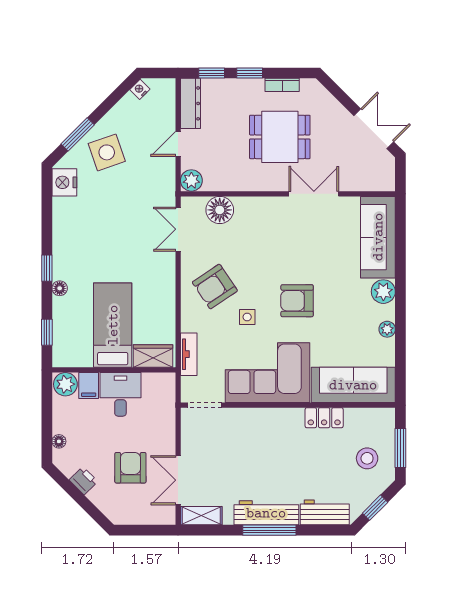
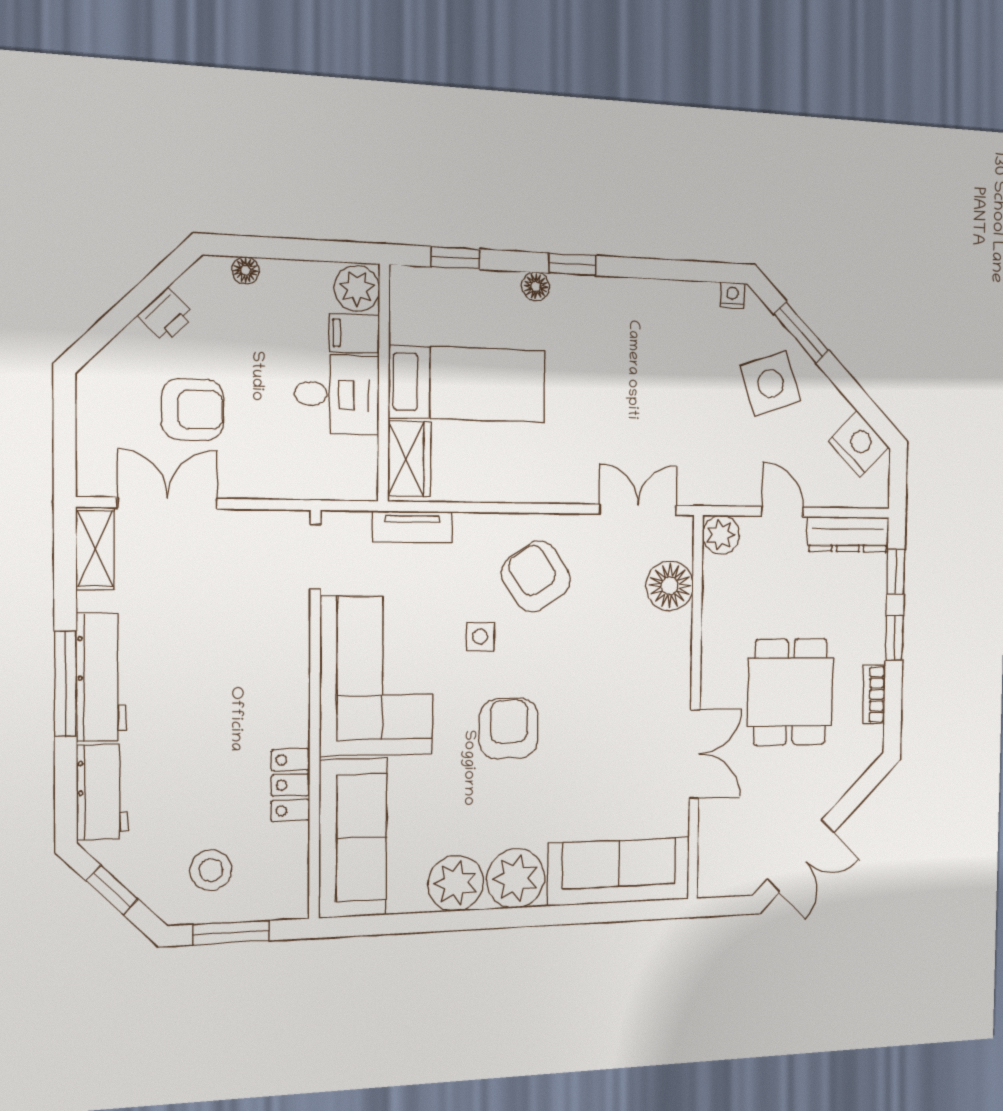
nightstand: (140, 89) -> (859, 444), width x1.89, depth x1.79
nightstand: (64, 182) -> (732, 295), width x0.53, depth x0.56
plant: (383, 292) -> (516, 878), width x1.36, depth x1.36
plant: (387, 329) -> (456, 883), width x1.88, depth x1.88

